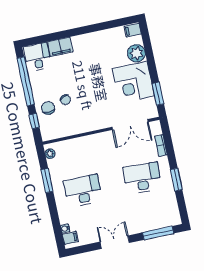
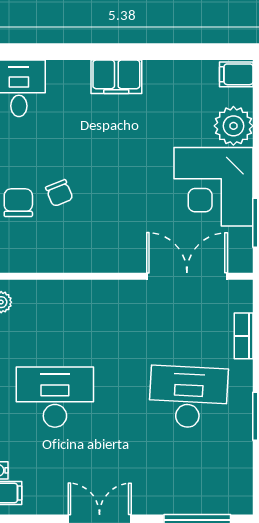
filing cabinet: (60, 47) -> (116, 77), moved
double door: (130, 124) -> (187, 276), swing flipped

